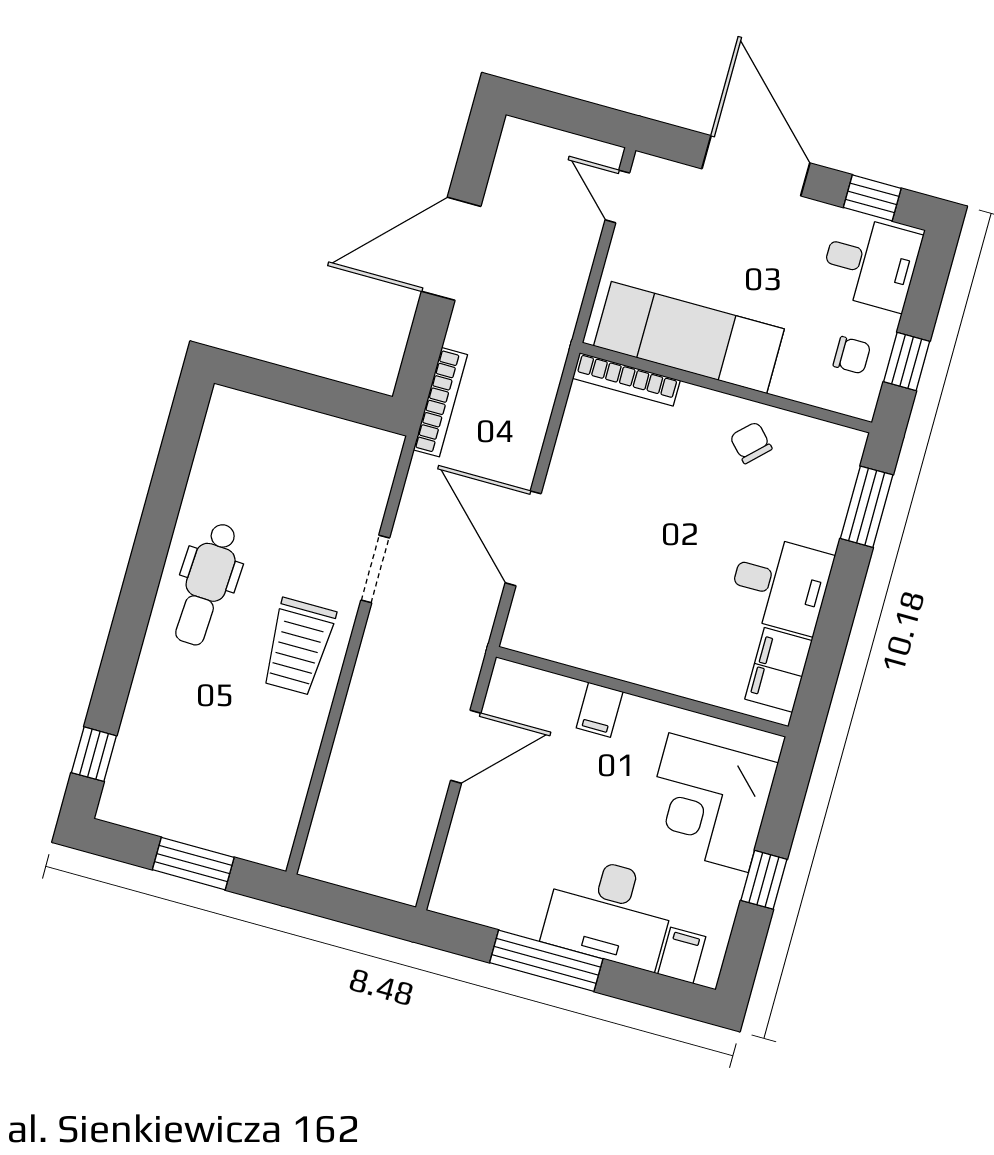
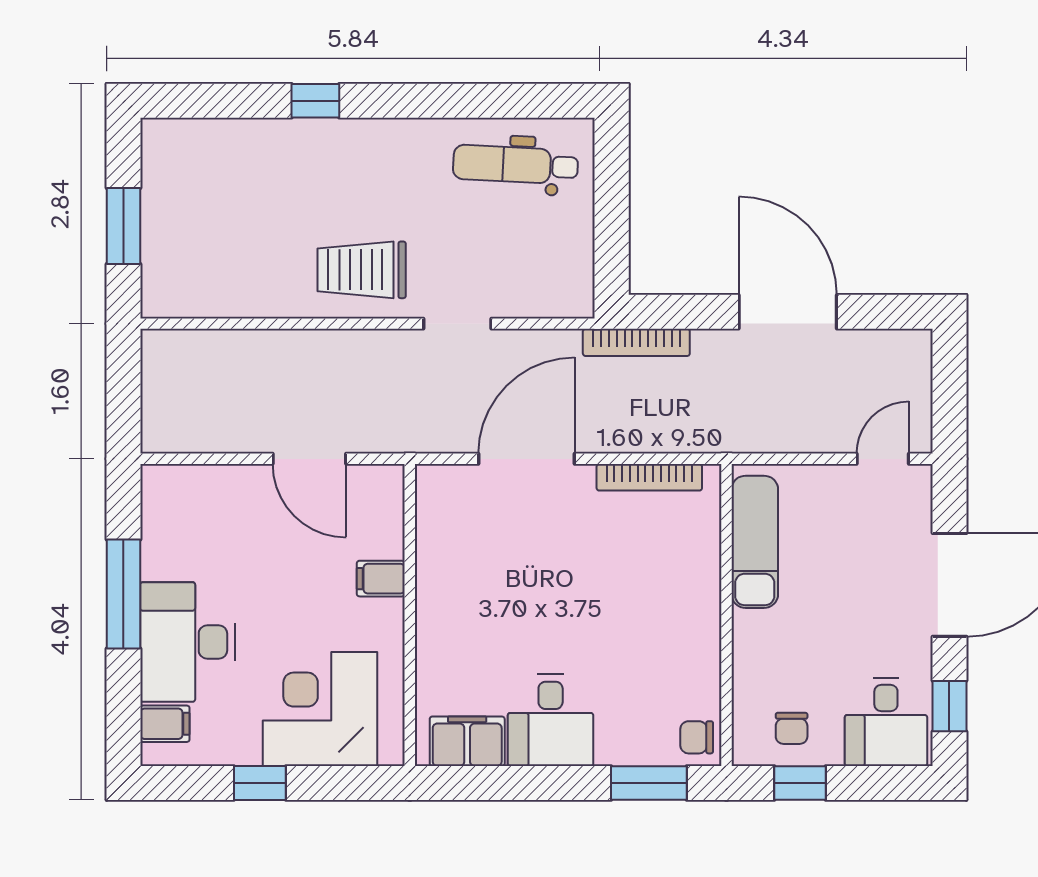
exam couch: (689, 338) -> (755, 542), width x0.73, depth x0.69
bookcase: (626, 379) -> (649, 477), moved, turned -90
chair: (751, 443) -> (697, 737), moved, turned -136
dental chair: (207, 584) -> (515, 165), moved
window: (94, 754) -> (315, 101), moved

